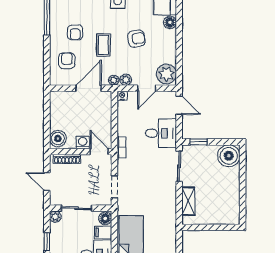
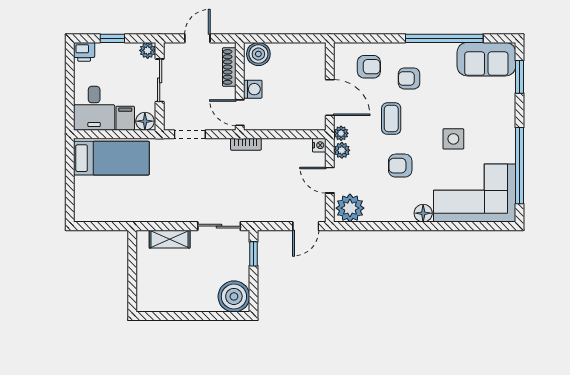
armchair: (136, 39) -> (400, 166), turned 99
coffee table: (103, 45) -> (391, 119), turned 90
desk: (161, 133) -> (266, 200), removed
door: (99, 152) -> (240, 113), swing flipped

